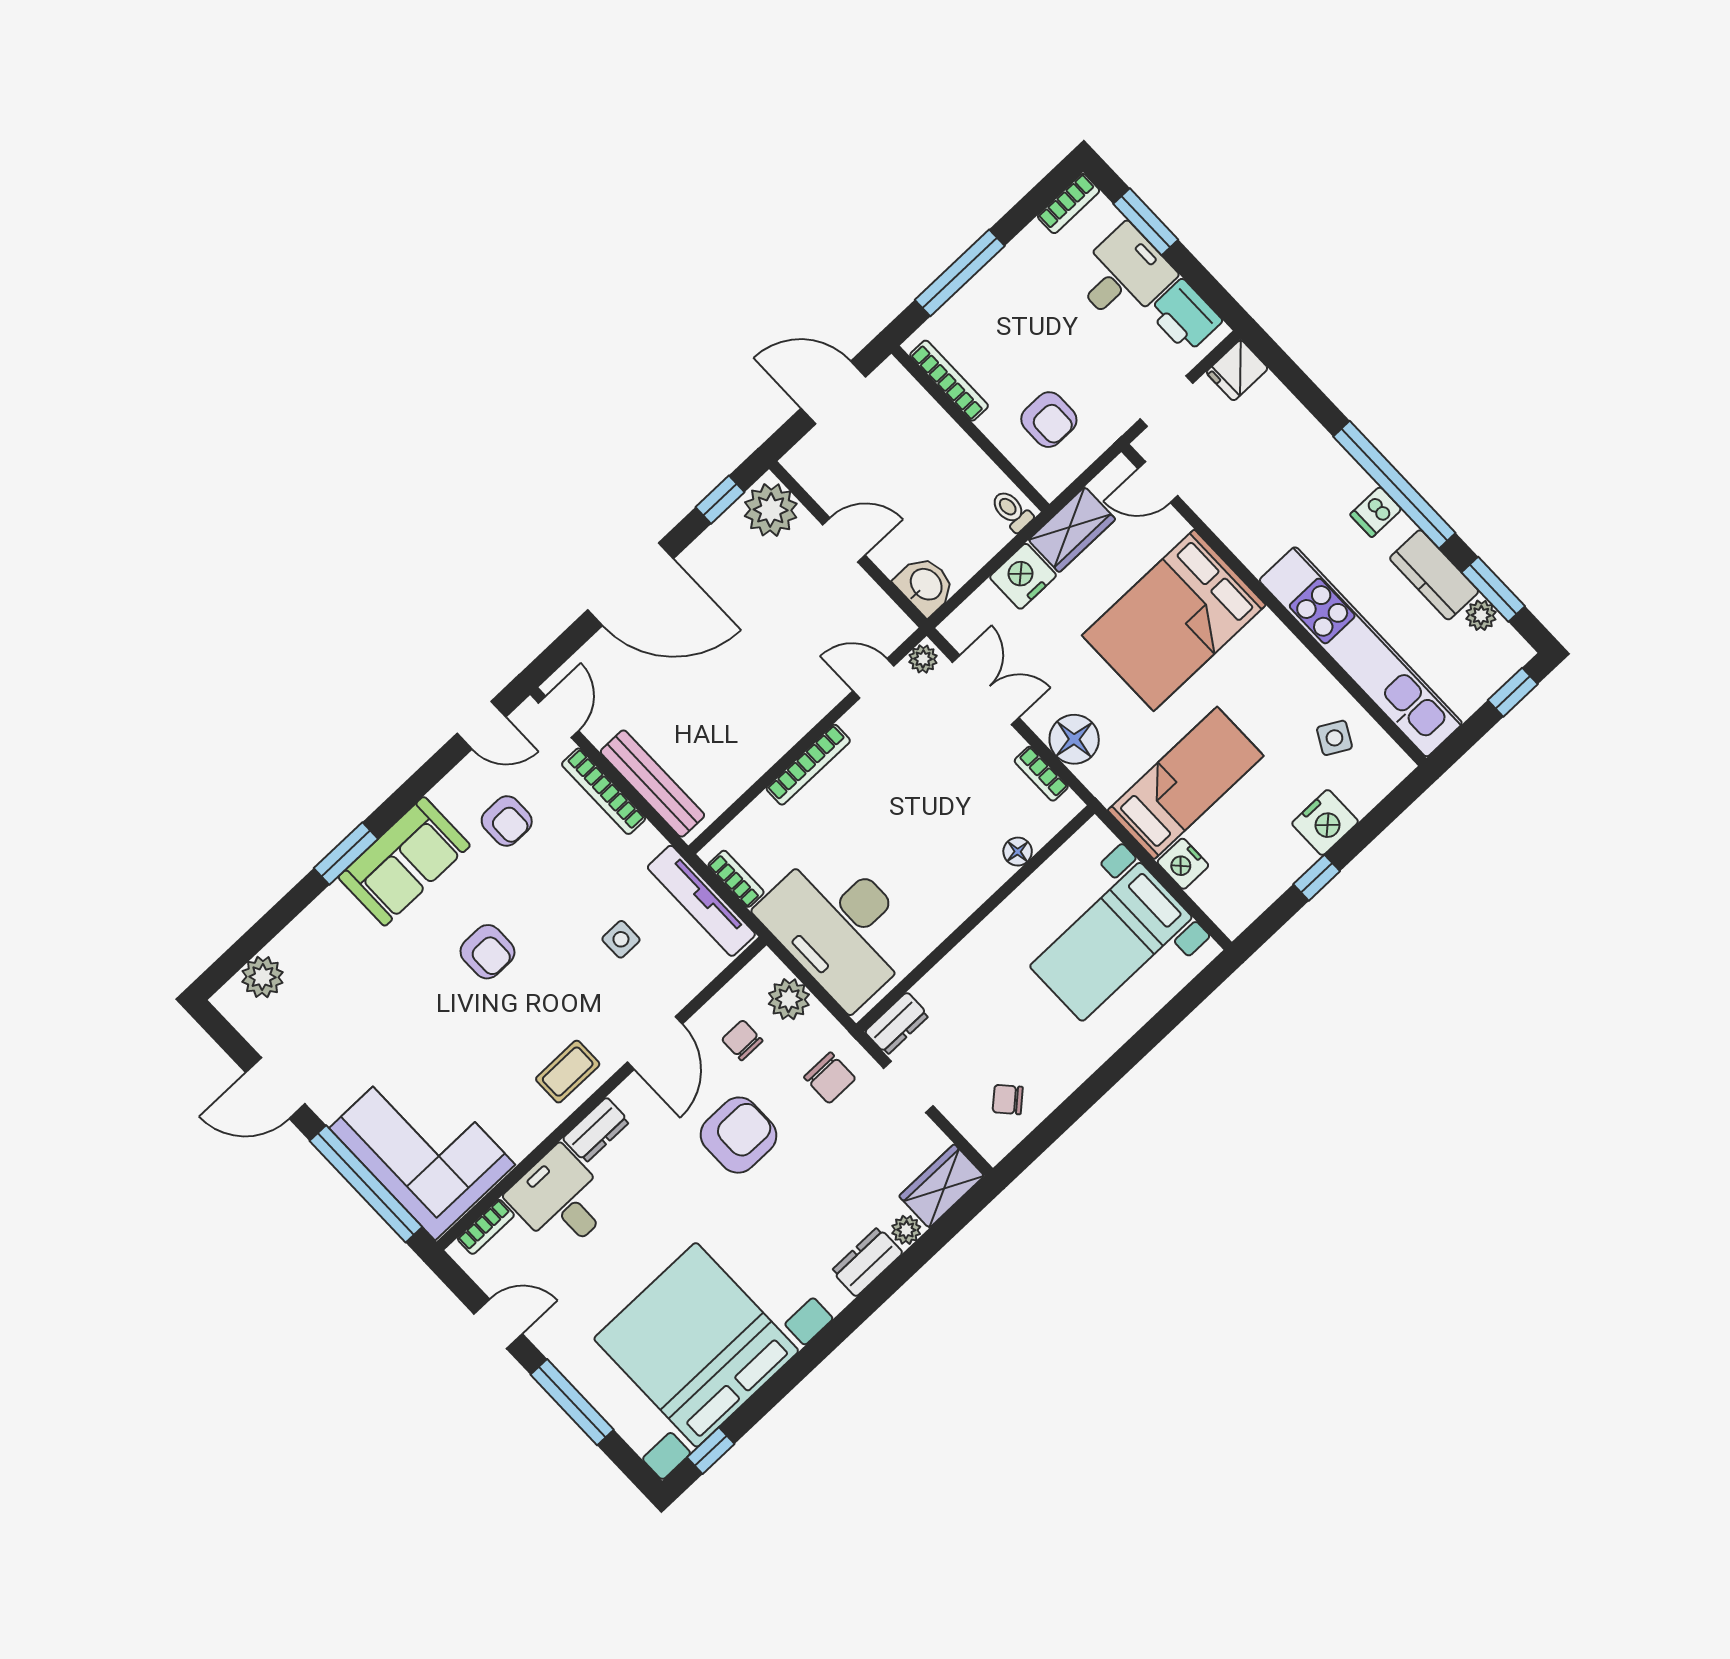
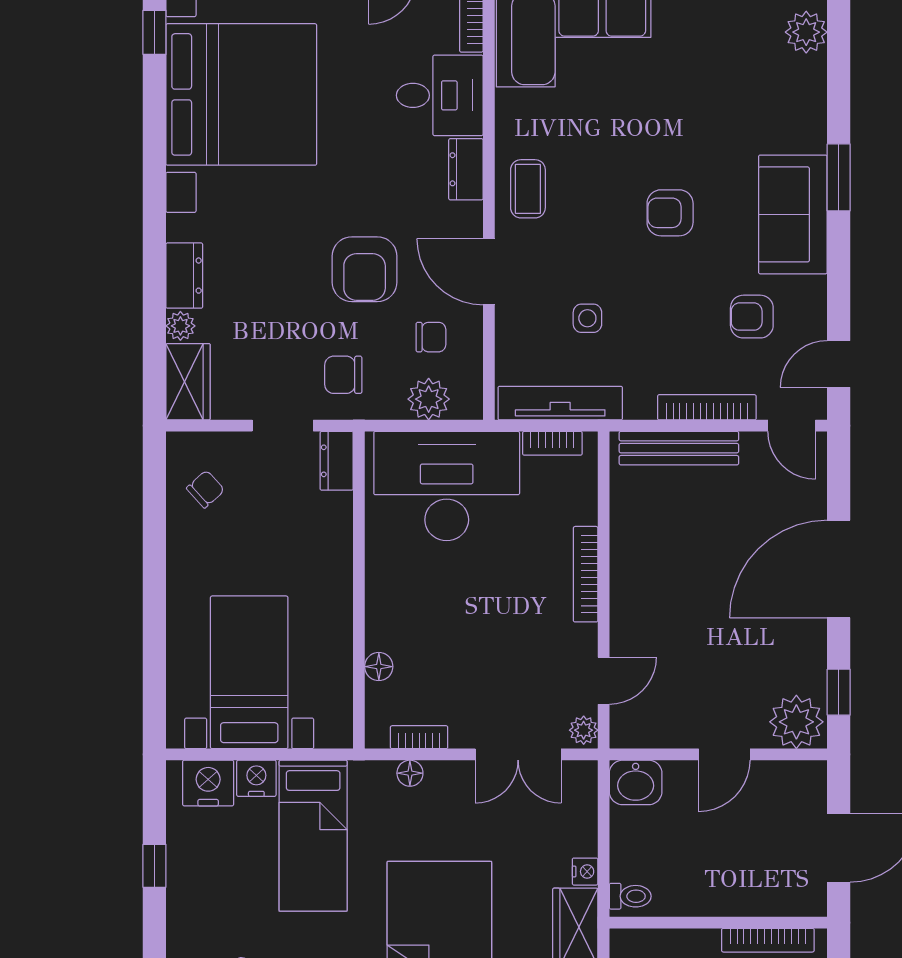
nightstand: (1023, 576) -> (585, 872), width x0.53, depth x0.56
floor lamp: (1074, 739) -> (410, 773), width x0.53, depth x0.53
nightstand: (1325, 822) -> (208, 783), moved, turned 90

